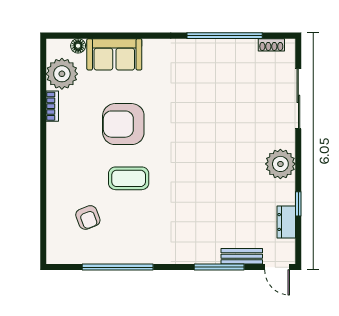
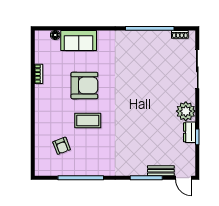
plant: (62, 74) -> (45, 53), removed
armchair: (123, 124) -> (84, 85), turned 180
dresser: (286, 222) -> (189, 132), moved

